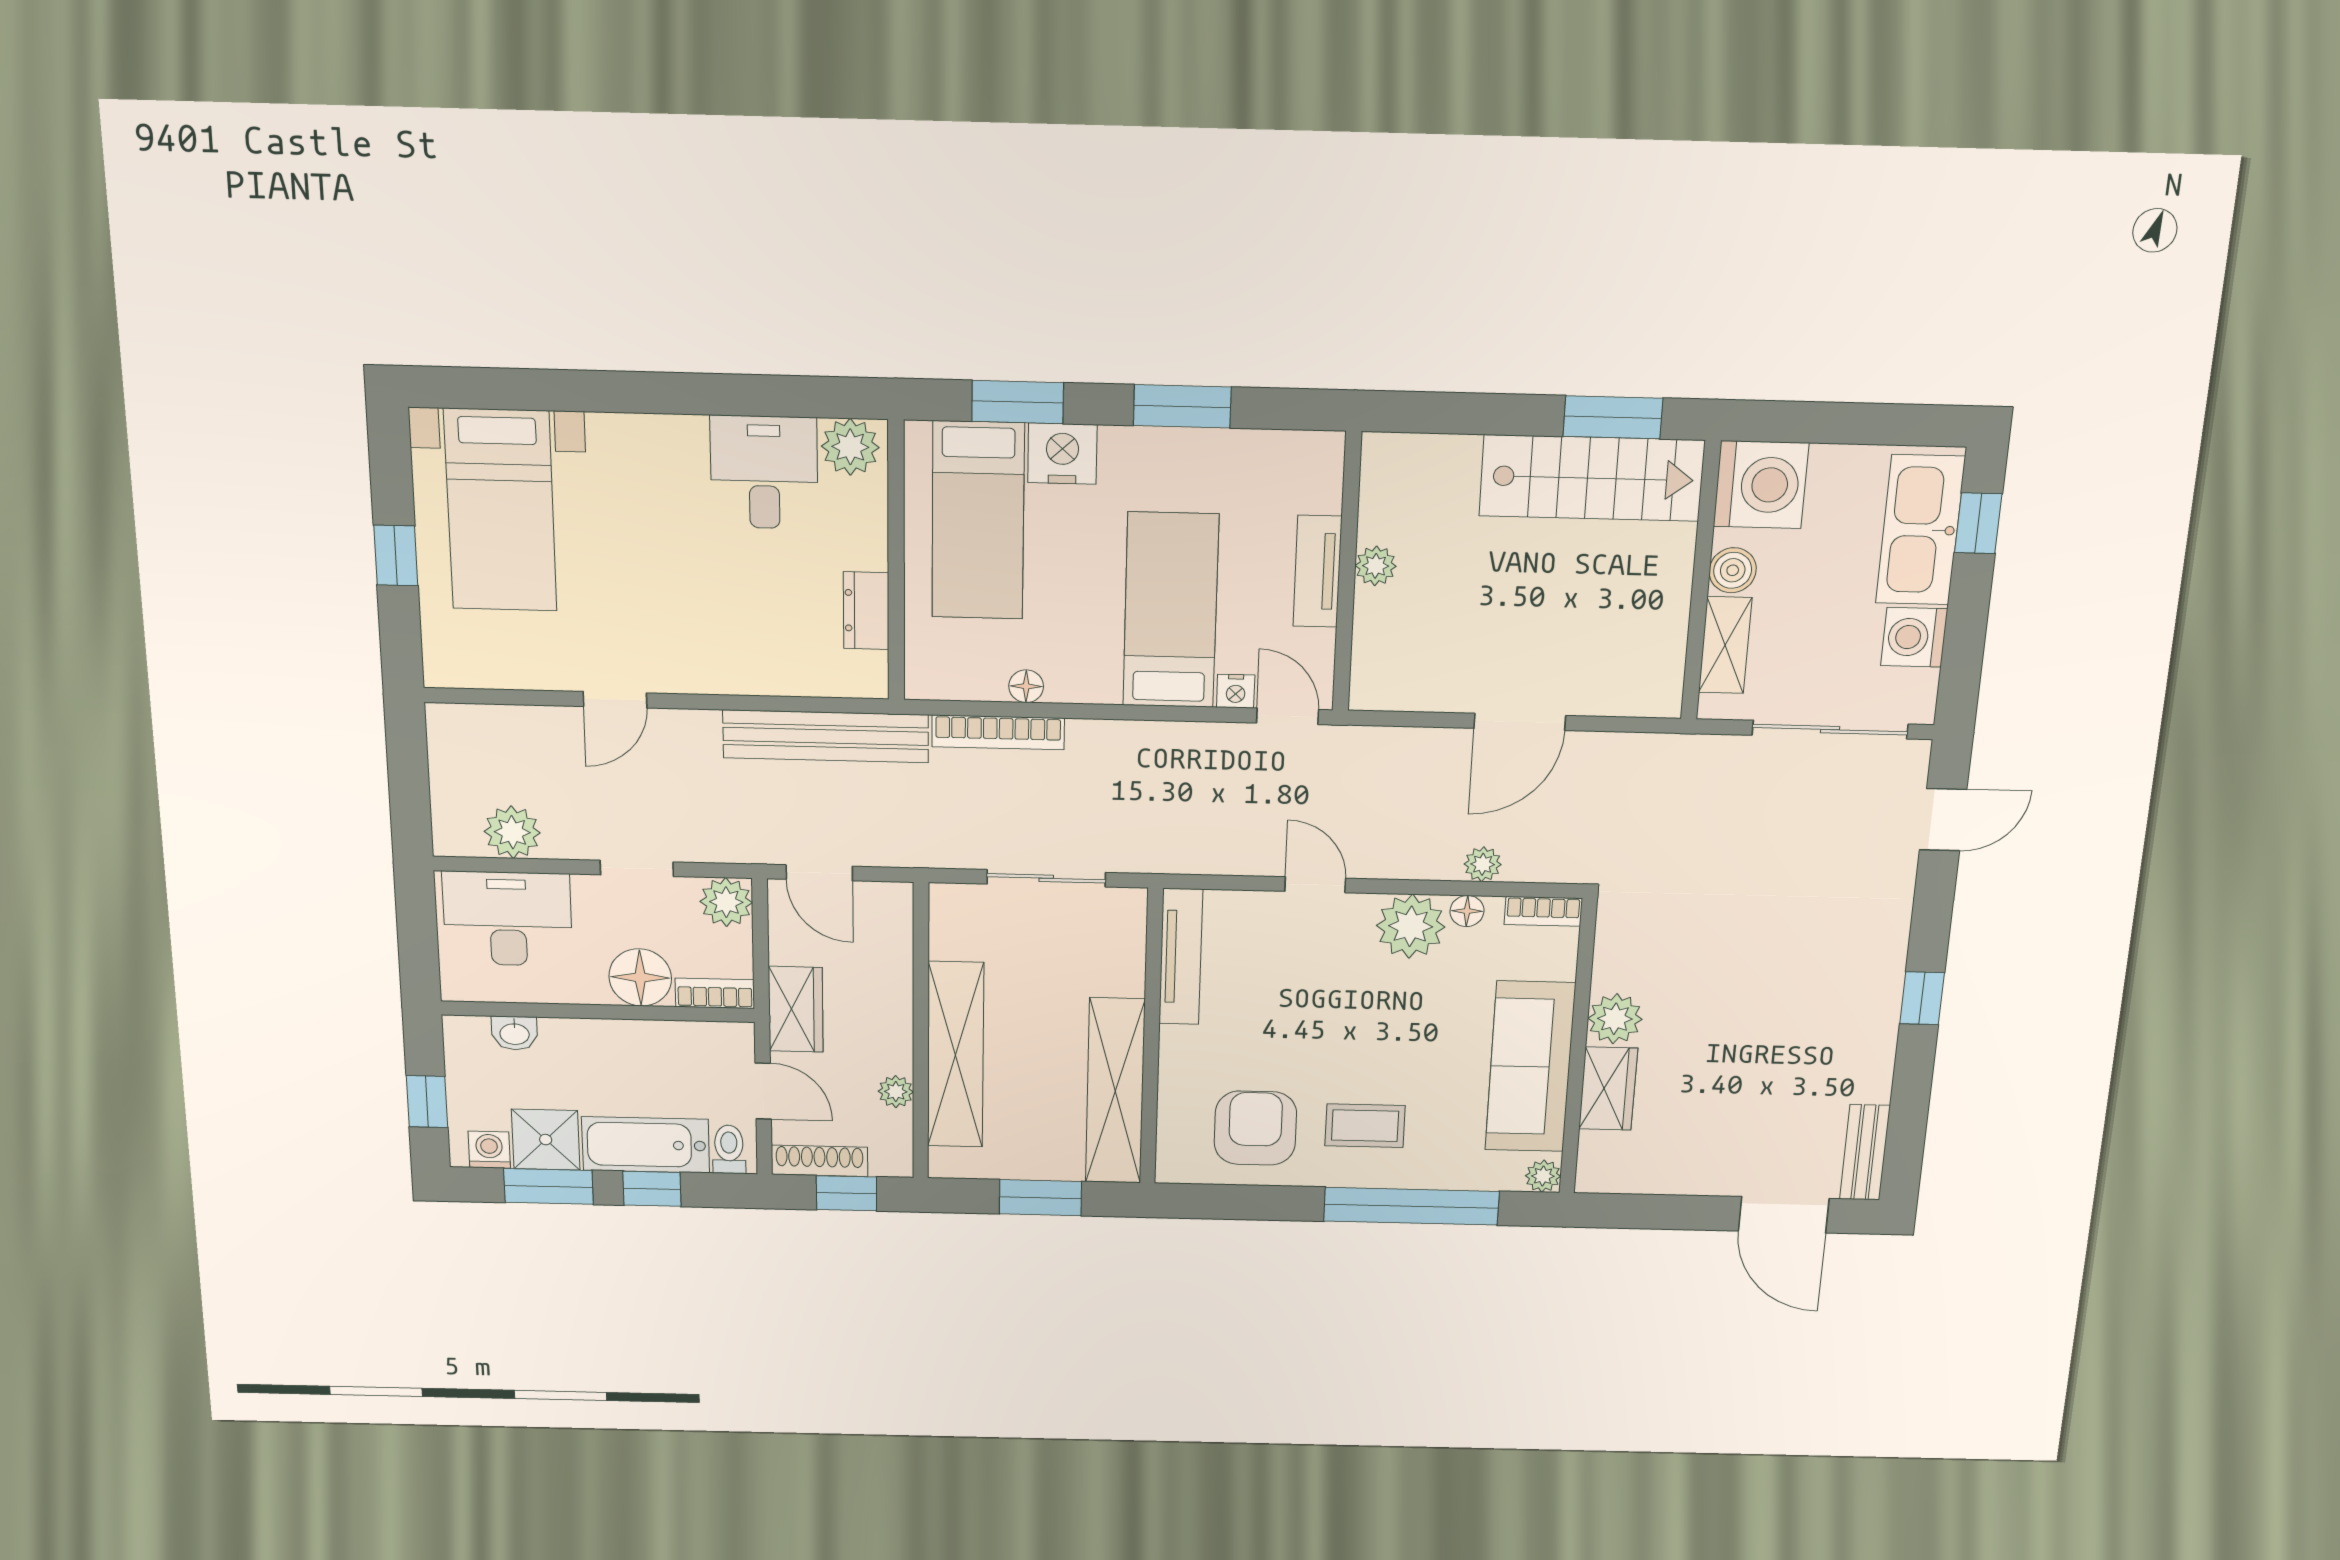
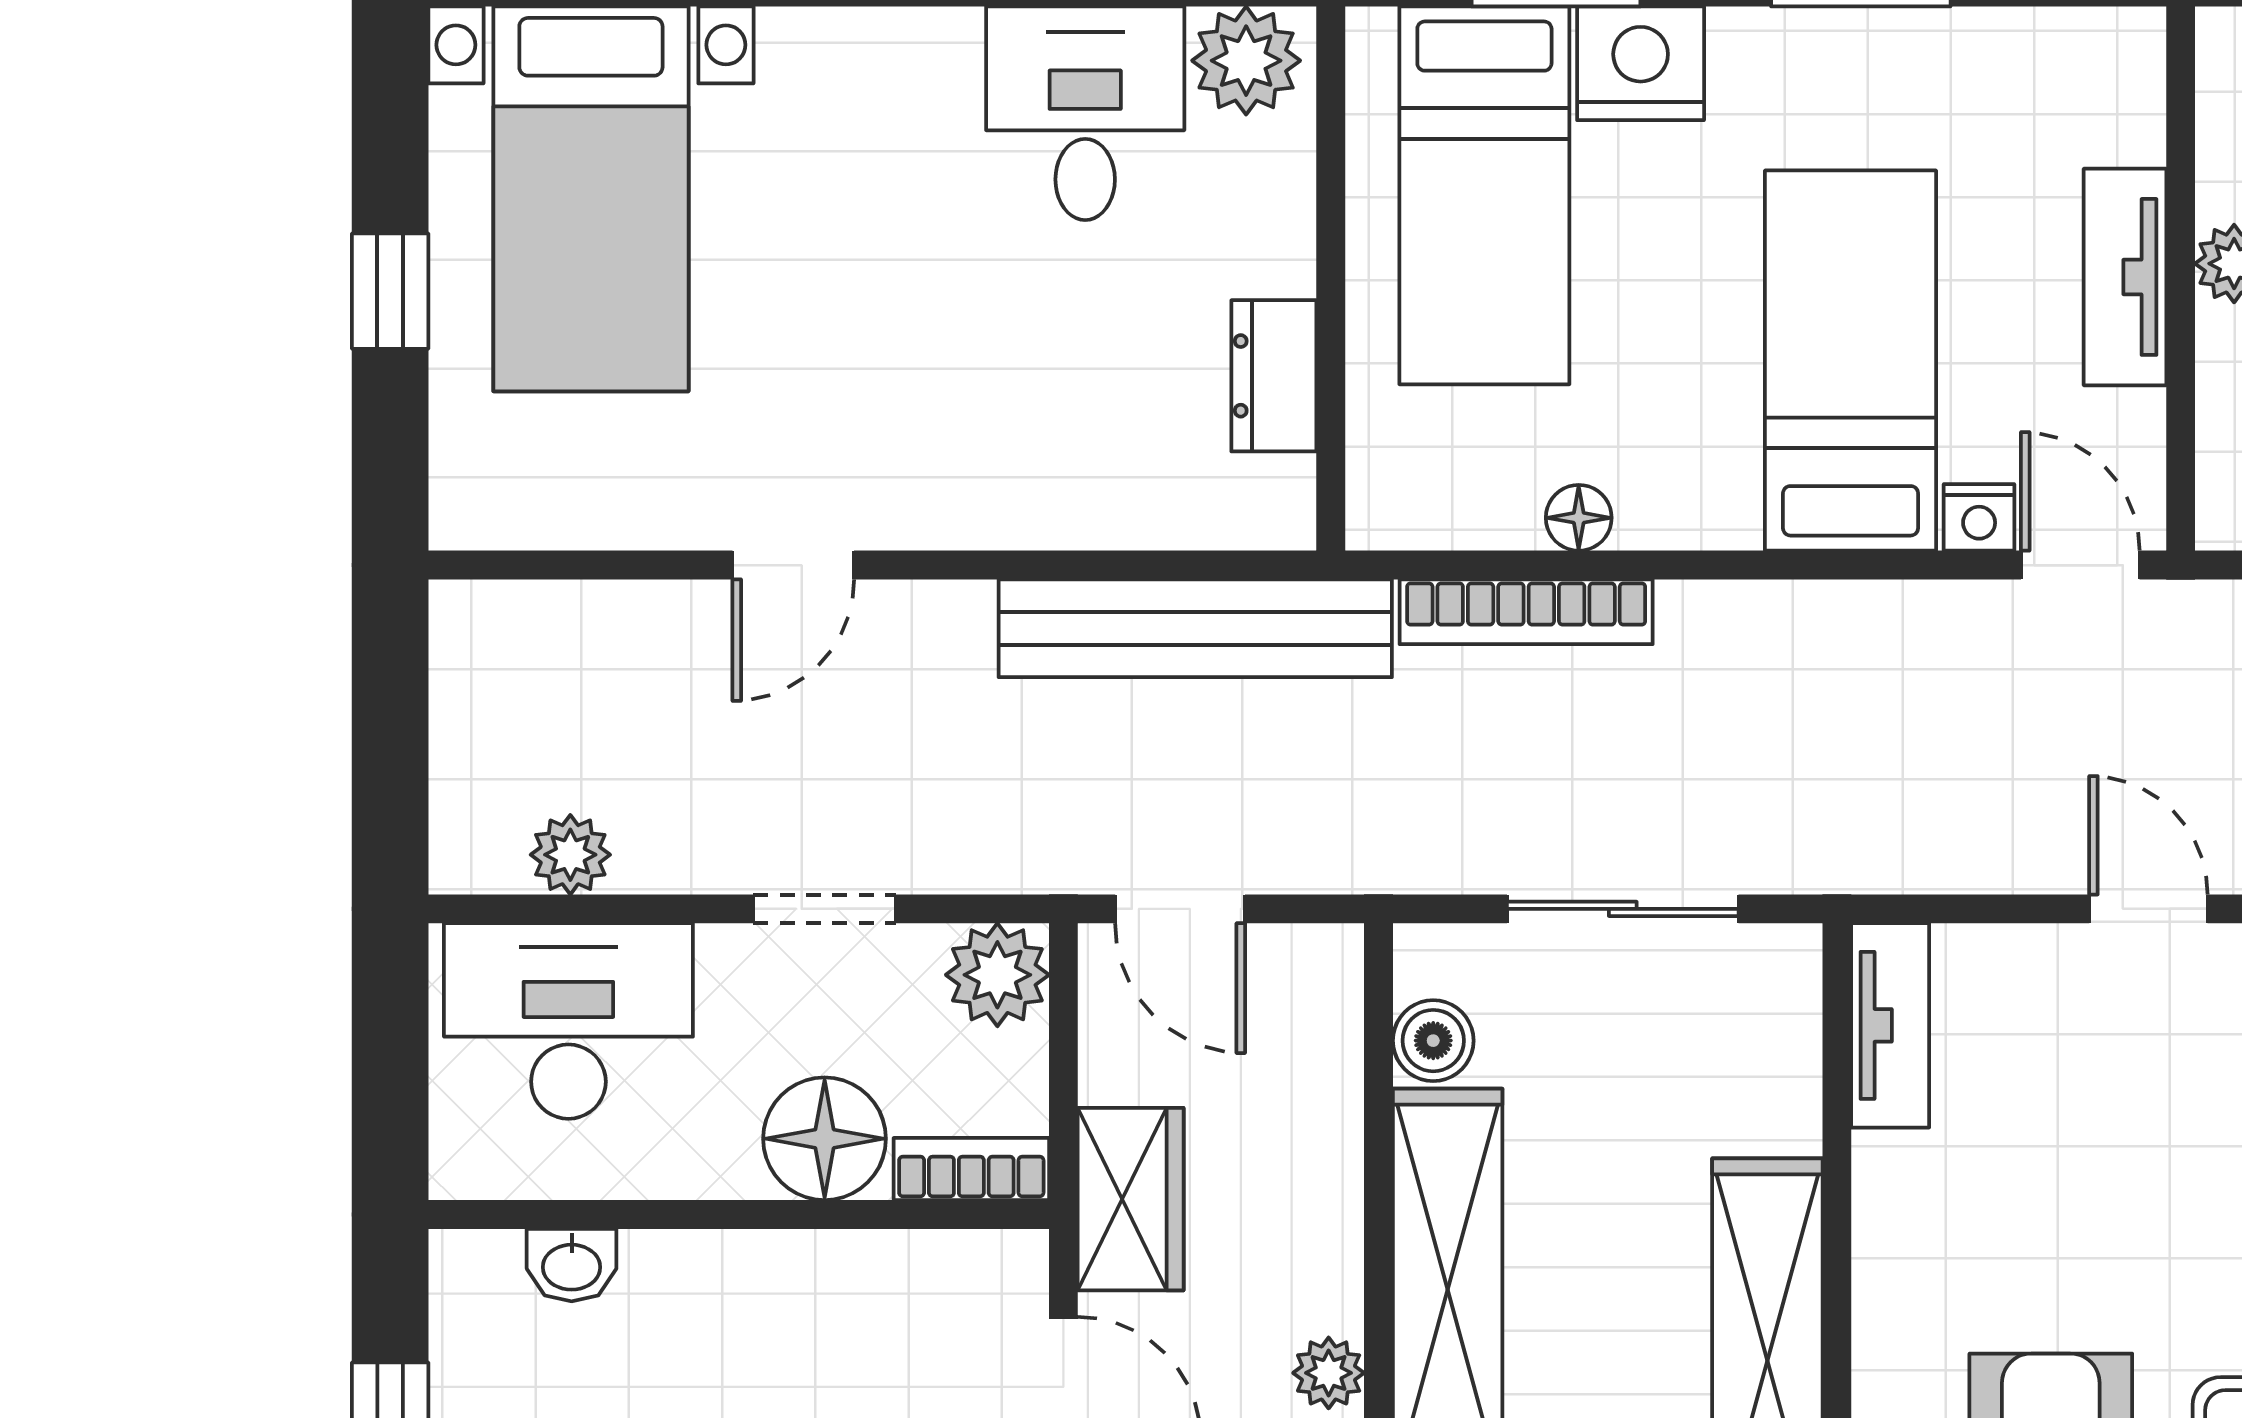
plant: (512, 832) -> (570, 855), width x0.73, depth x0.73
boiler: (949, 939) -> (1433, 1041), added
tv unit: (1181, 957) -> (1890, 1025), width x0.71

